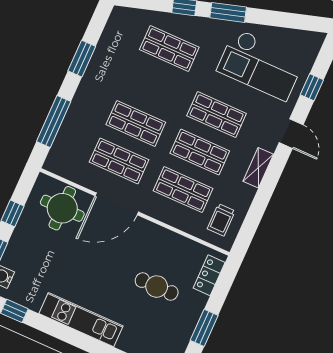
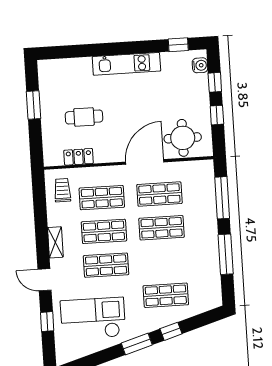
window: (82, 59) -> (226, 254), width x1.44
locker: (209, 275) -> (79, 157), moved, turned -90

